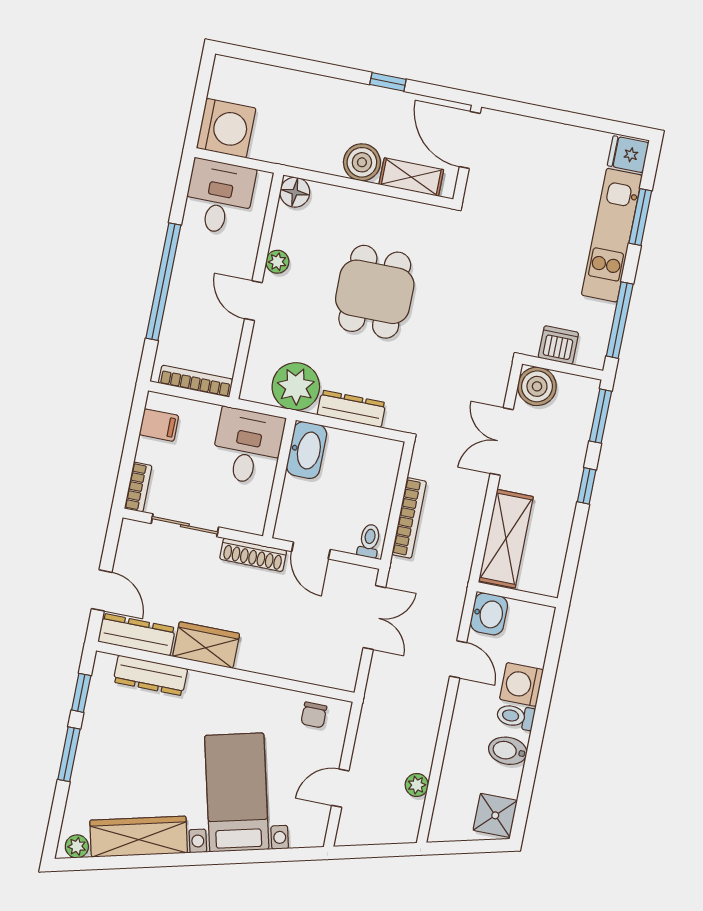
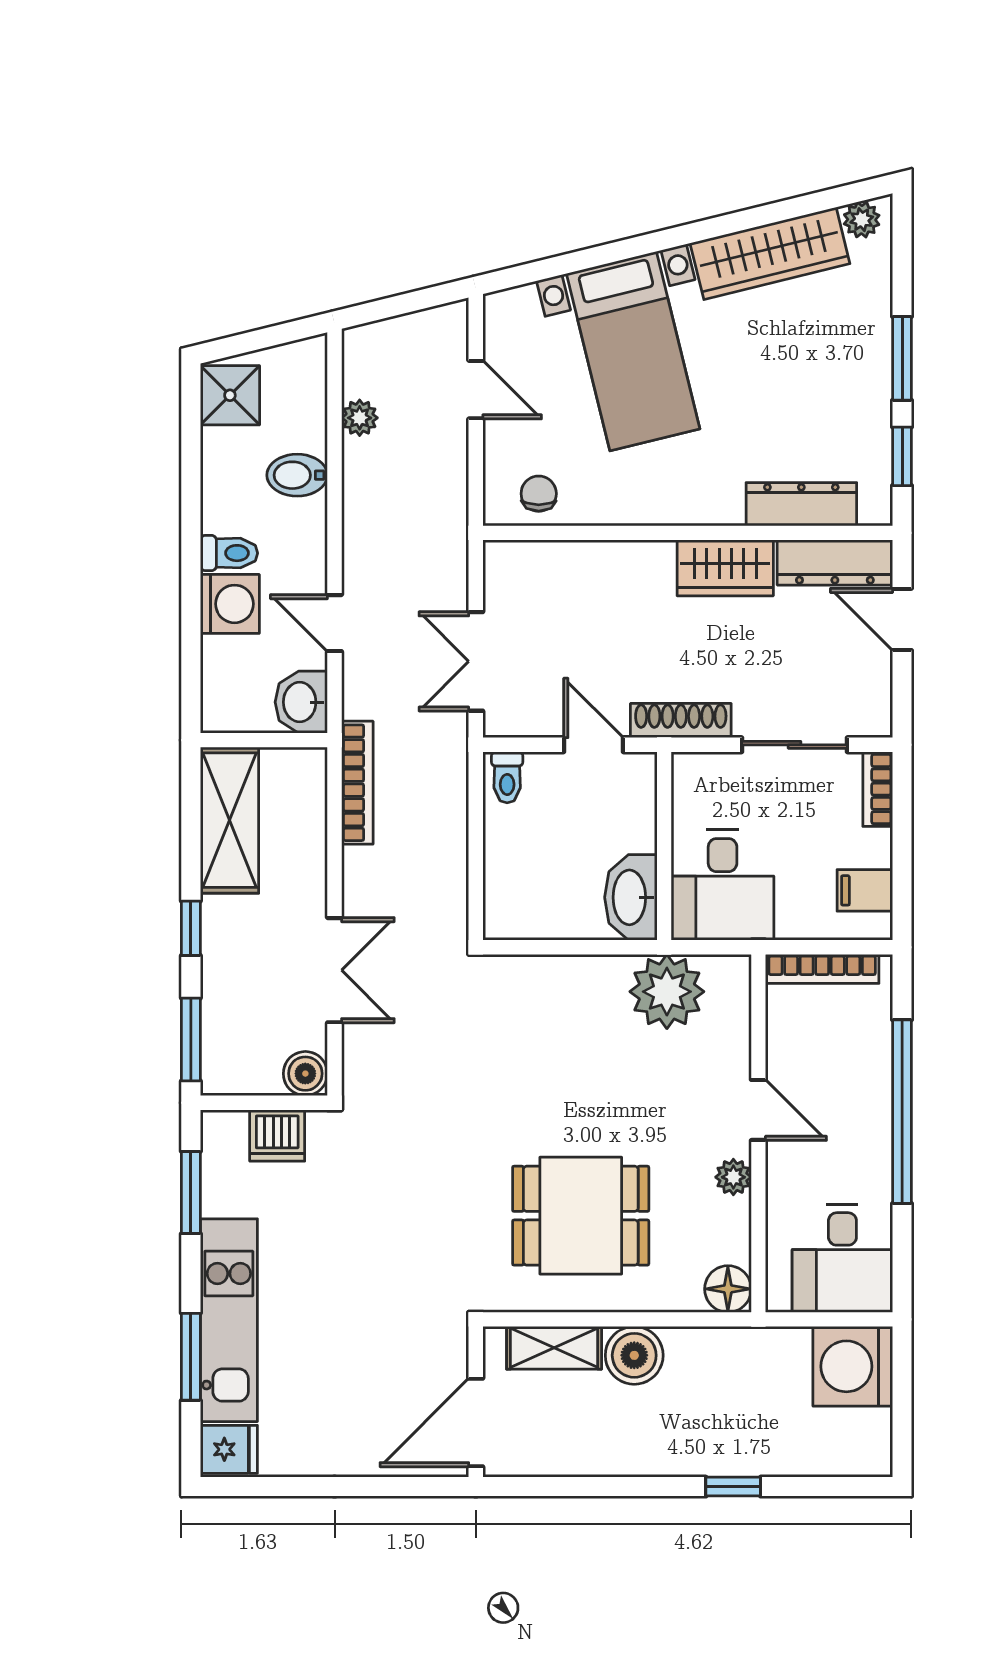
window: (388, 82) -> (733, 1487), moved
door: (470, 140) -> (476, 1422), swing flipped
dining table: (375, 292) -> (581, 1216), moved, turned 90
window: (620, 320) -> (191, 1192), width x0.69
boiler: (537, 386) -> (305, 1074), width x0.73, depth x0.73
dresser: (351, 409) -> (575, 974), removed
bookcase: (409, 518) -> (357, 783), moved, turned 180
shelving: (506, 539) -> (229, 820), moved
bidet: (508, 751) -> (297, 475), moved, turned 180
door: (340, 788) -> (476, 390), hinge flipped

